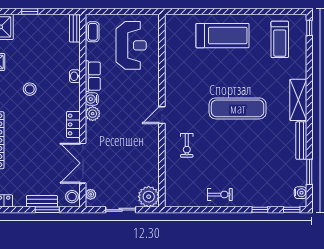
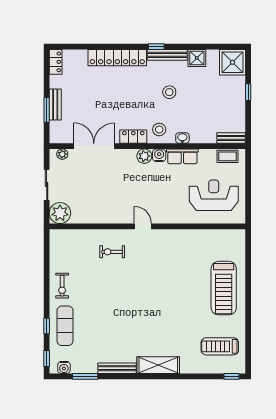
reception desk: (131, 45) -> (214, 195), turned 180
exercise mat: (238, 108) -> (65, 326), moved, width x0.73, depth x0.69
stool: (72, 197) -> (159, 130), moved

